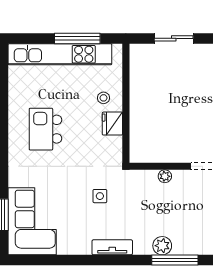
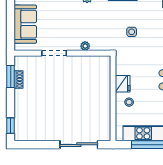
sliding door: (174, 38) -> (79, 145), width x1.37

